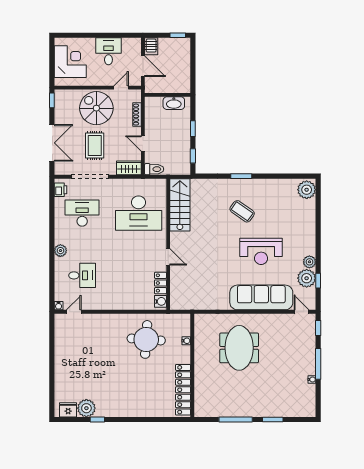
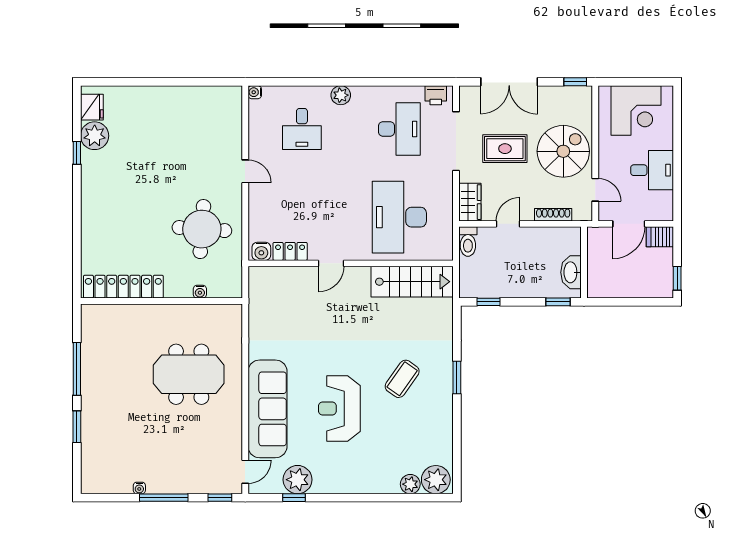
window: (193, 129) -> (558, 302), moved
plant: (309, 262) -> (410, 484), moved
door: (74, 312) -> (245, 171), moved

